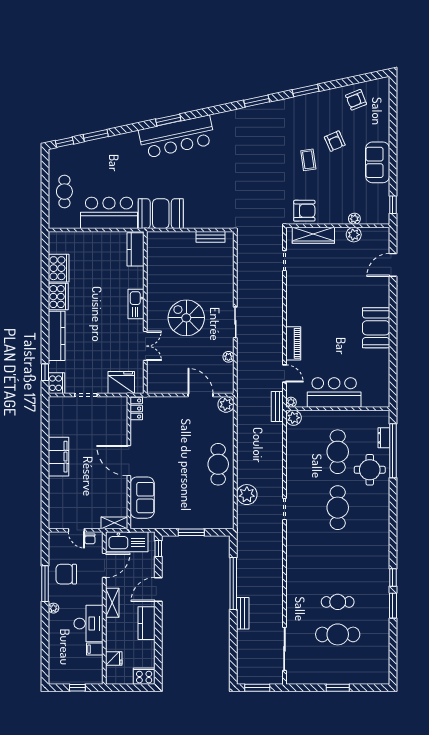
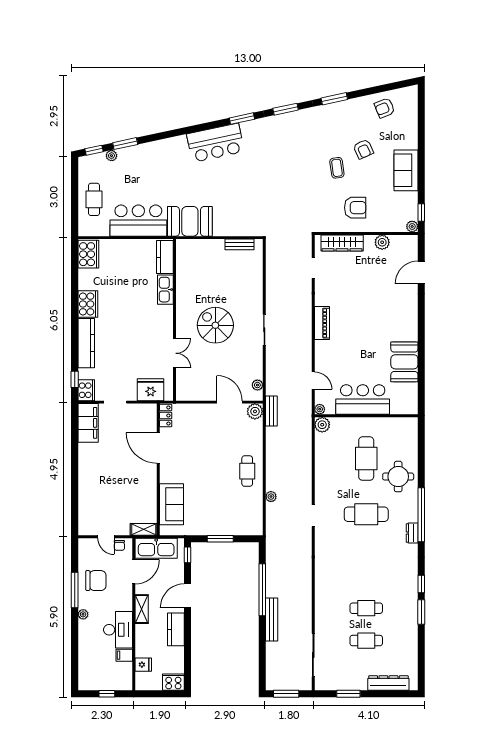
window: (168, 120) -> (242, 119), moved
bar counter: (177, 137) -> (215, 143), width x0.73
plant: (82, 148) -> (111, 156), added
armchair: (304, 211) -> (355, 208), moved
plant: (354, 219) -> (412, 226), moved
cooker: (59, 268) -> (88, 254), moved
kitchen sink: (136, 304) -> (165, 290), moved
booth: (376, 328) -> (404, 362), moved
piano: (293, 343) -> (322, 323), moved
plant: (228, 357) -> (257, 385), moved
bench: (277, 406) -> (271, 411), moved
dresser: (384, 438) -> (412, 533), moved
window: (393, 451) -> (421, 515), moved
filing cabinet: (58, 457) -> (88, 423), moved
door: (129, 461) -> (158, 448), moved
cafe table: (218, 464) -> (247, 471), width x0.73, depth x0.74
plant: (247, 495) -> (271, 497), width x0.53, depth x0.53
cafe table: (338, 508) -> (366, 514), turned 90
chair: (66, 574) -> (96, 581), turned 180
bench: (243, 613) -> (272, 619), width x1.36
cafe table: (338, 634) -> (366, 641), width x0.73, depth x0.74
dresser: (360, 677) -> (388, 683), added
window: (338, 688) -> (348, 694), moved

